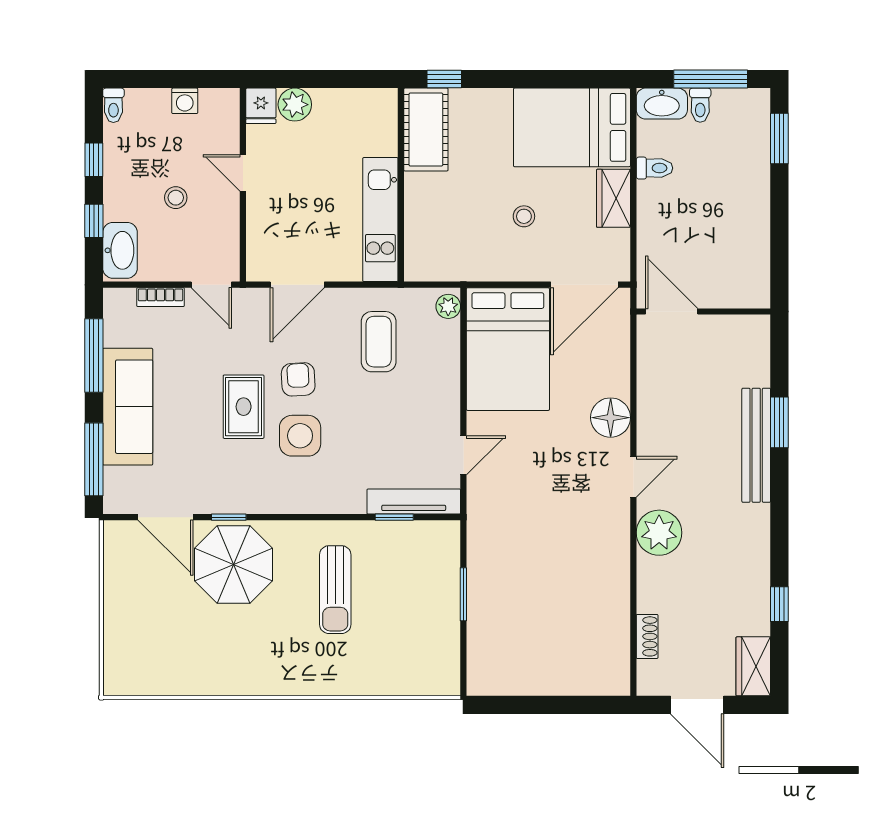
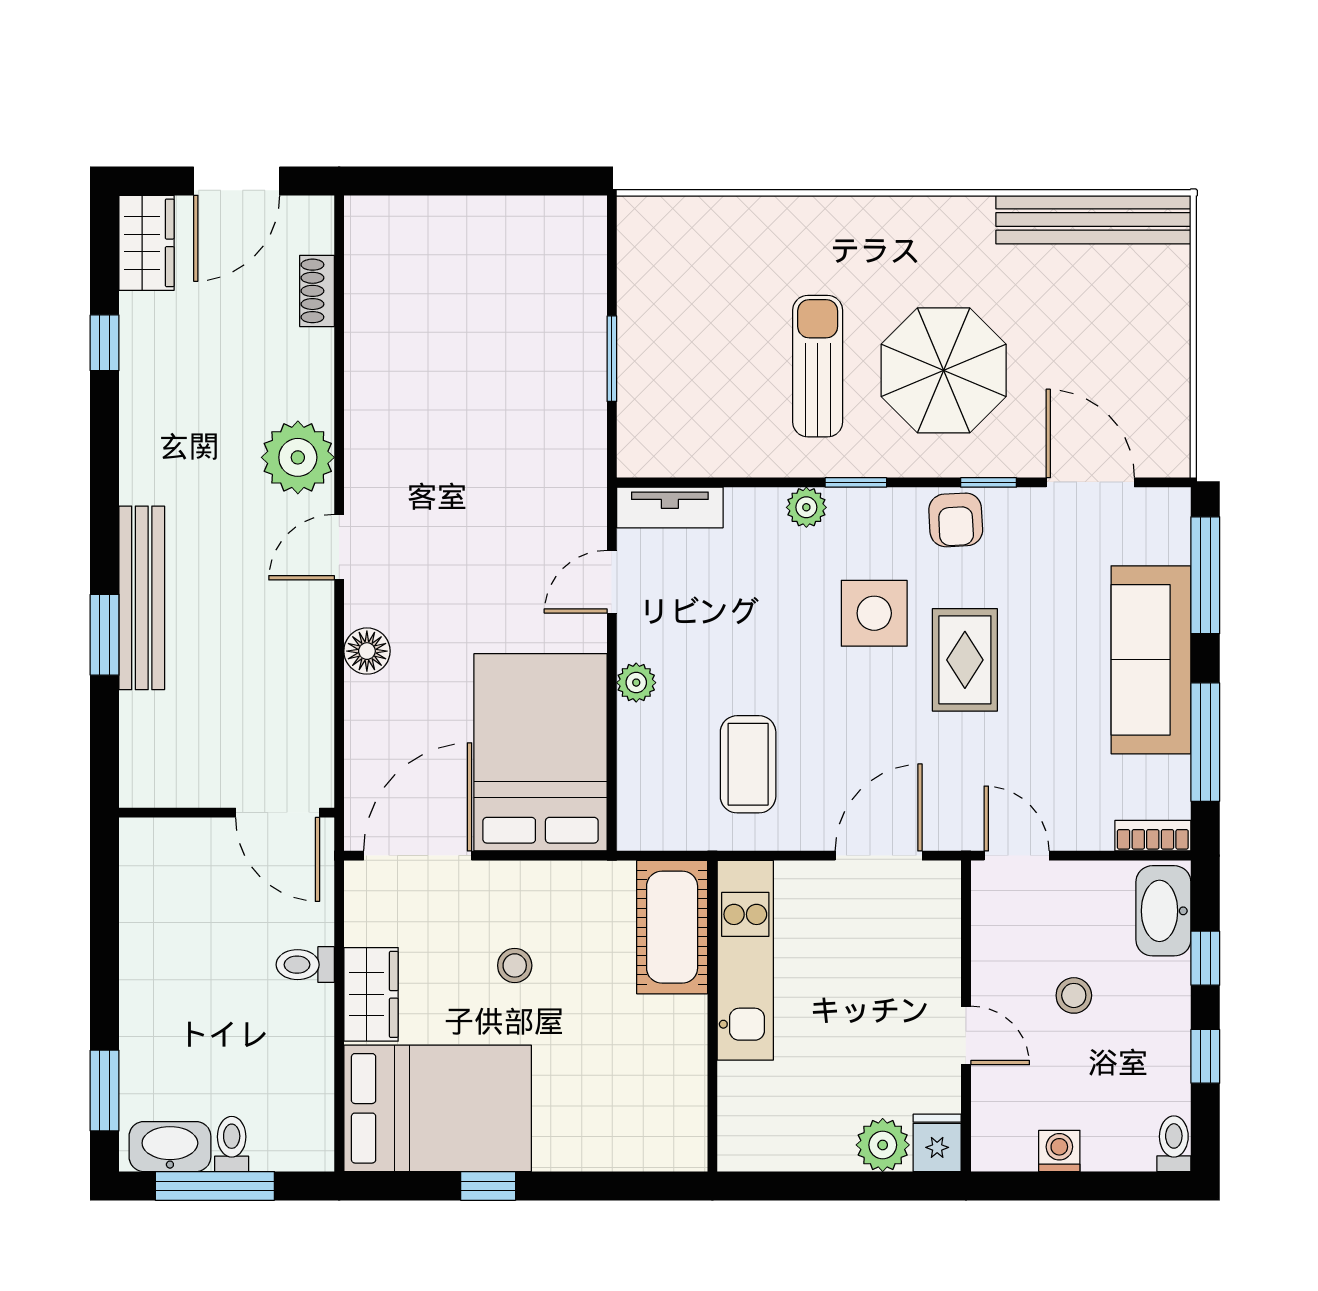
window: (444, 79) -> (488, 1186), moved
washbasin: (662, 104) -> (170, 1147), moved
cot: (426, 130) -> (672, 927), moved
toilet: (654, 168) -> (305, 965), moved
bookcase: (161, 297) -> (1153, 836), moved
plant: (448, 306) -> (636, 683), moved
armchair: (298, 379) -> (956, 520), moved
floor lamp: (611, 418) -> (367, 651), width x0.73, depth x0.73
plant: (342, 502) -> (806, 507), added
tv unit: (414, 502) -> (670, 508), width x0.71
window: (394, 517) -> (856, 482), moved
parasol: (233, 565) -> (944, 370), moved
bench: (164, 681) -> (1093, 220), added
door: (697, 705) -> (237, 181), swing flipped

